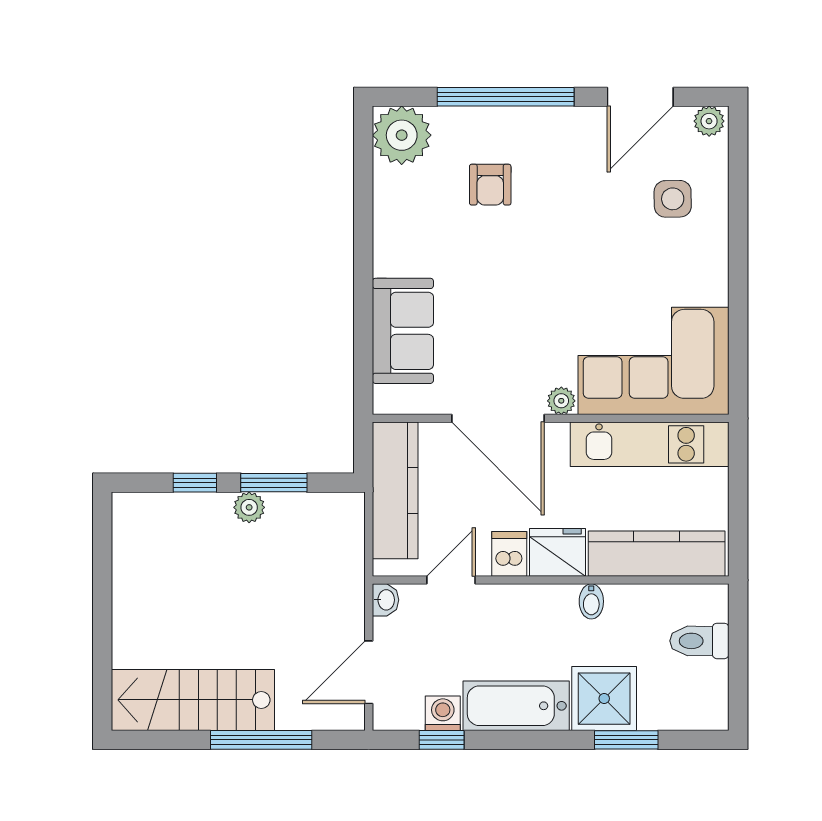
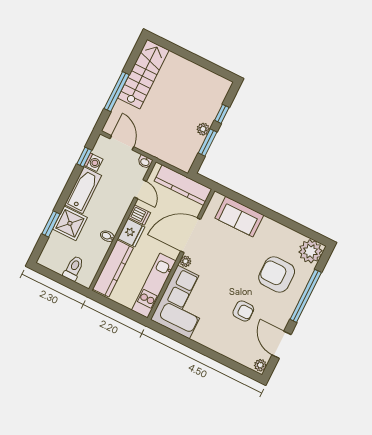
armchair: (490, 185) -> (277, 274), width x1.88, depth x1.88
side table: (673, 199) -> (239, 338), removed
armchair: (608, 218) -> (243, 311), added

